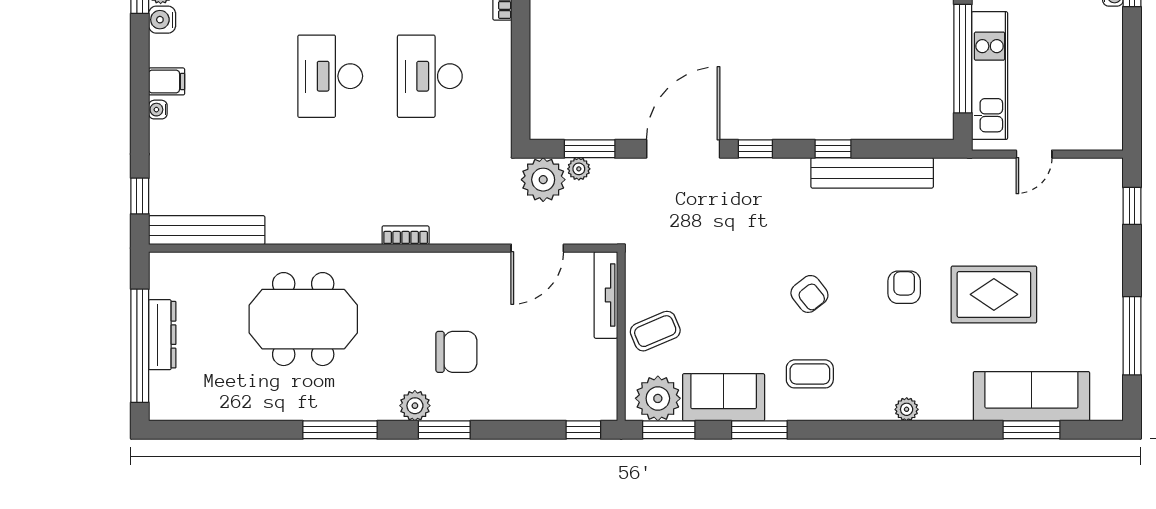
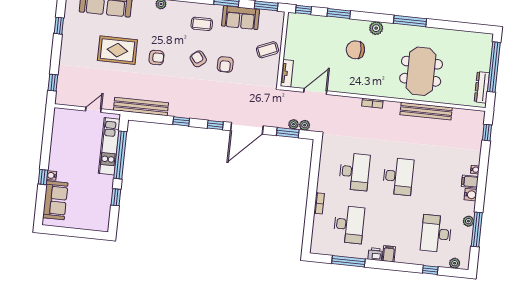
water cooler: (162, 20) -> (471, 195), moved
bench: (872, 173) -> (141, 107), moved
plant: (543, 180) -> (305, 125), width x0.53, depth x0.53
bench: (207, 230) -> (426, 111), moved
armchair: (904, 287) -> (156, 57), turned -90
armchair: (747, 288) -> (225, 64), added
tv unit: (606, 295) -> (287, 73), width x0.71
meeting table: (303, 319) -> (421, 71), turned 90
dresser: (162, 335) -> (482, 87), moved
window: (1132, 336) -> (59, 26), width x0.46
plant: (658, 398) -> (269, 20), removed
window: (444, 430) -> (339, 14), moved

